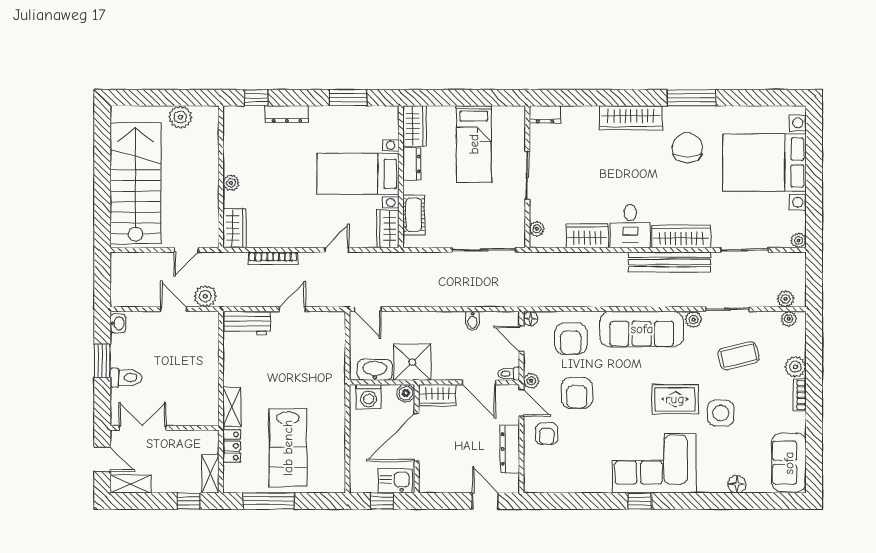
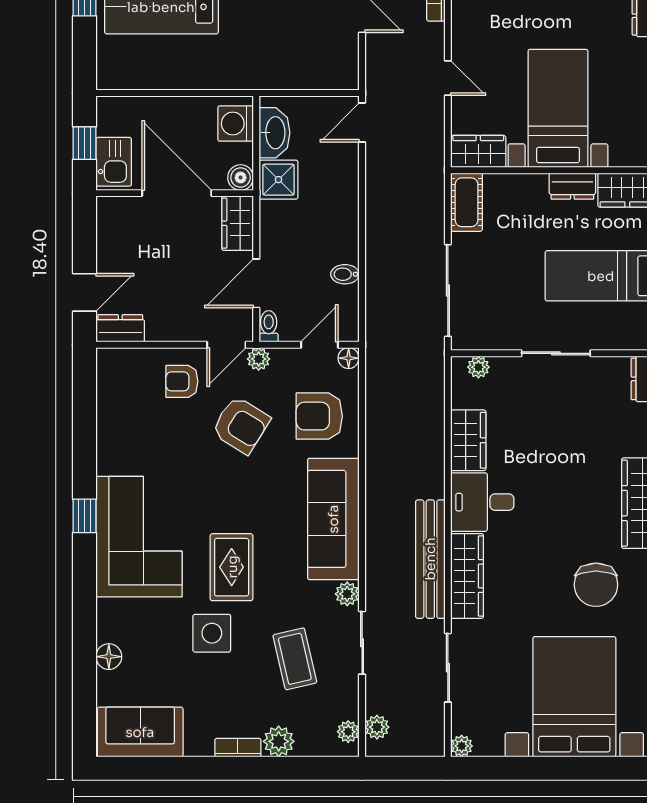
chair: (687, 148) -> (596, 585), turned 90
cot: (414, 215) -> (467, 202), moved, turned 90
shower: (412, 362) -> (279, 180), width x0.73, depth x0.73
armchair: (577, 393) -> (241, 425), turned -148
dresser: (510, 449) -> (120, 328), moved, width x0.70

